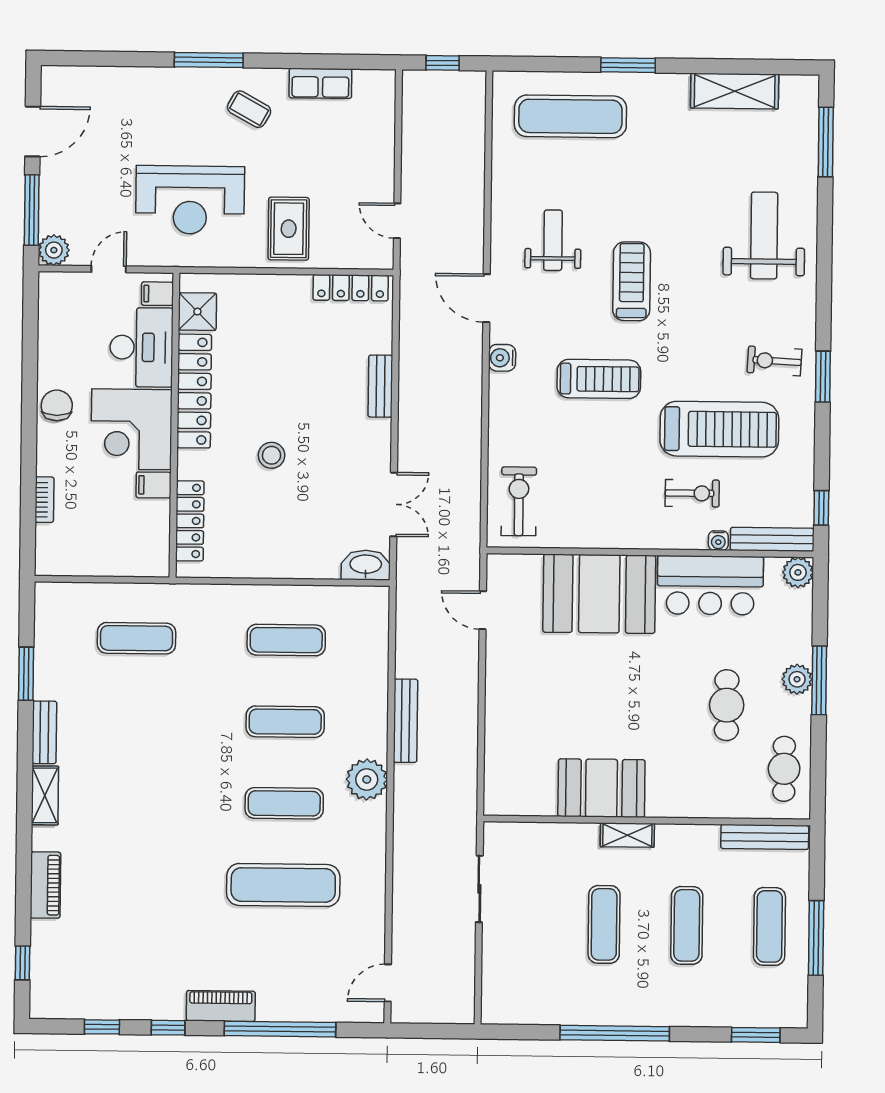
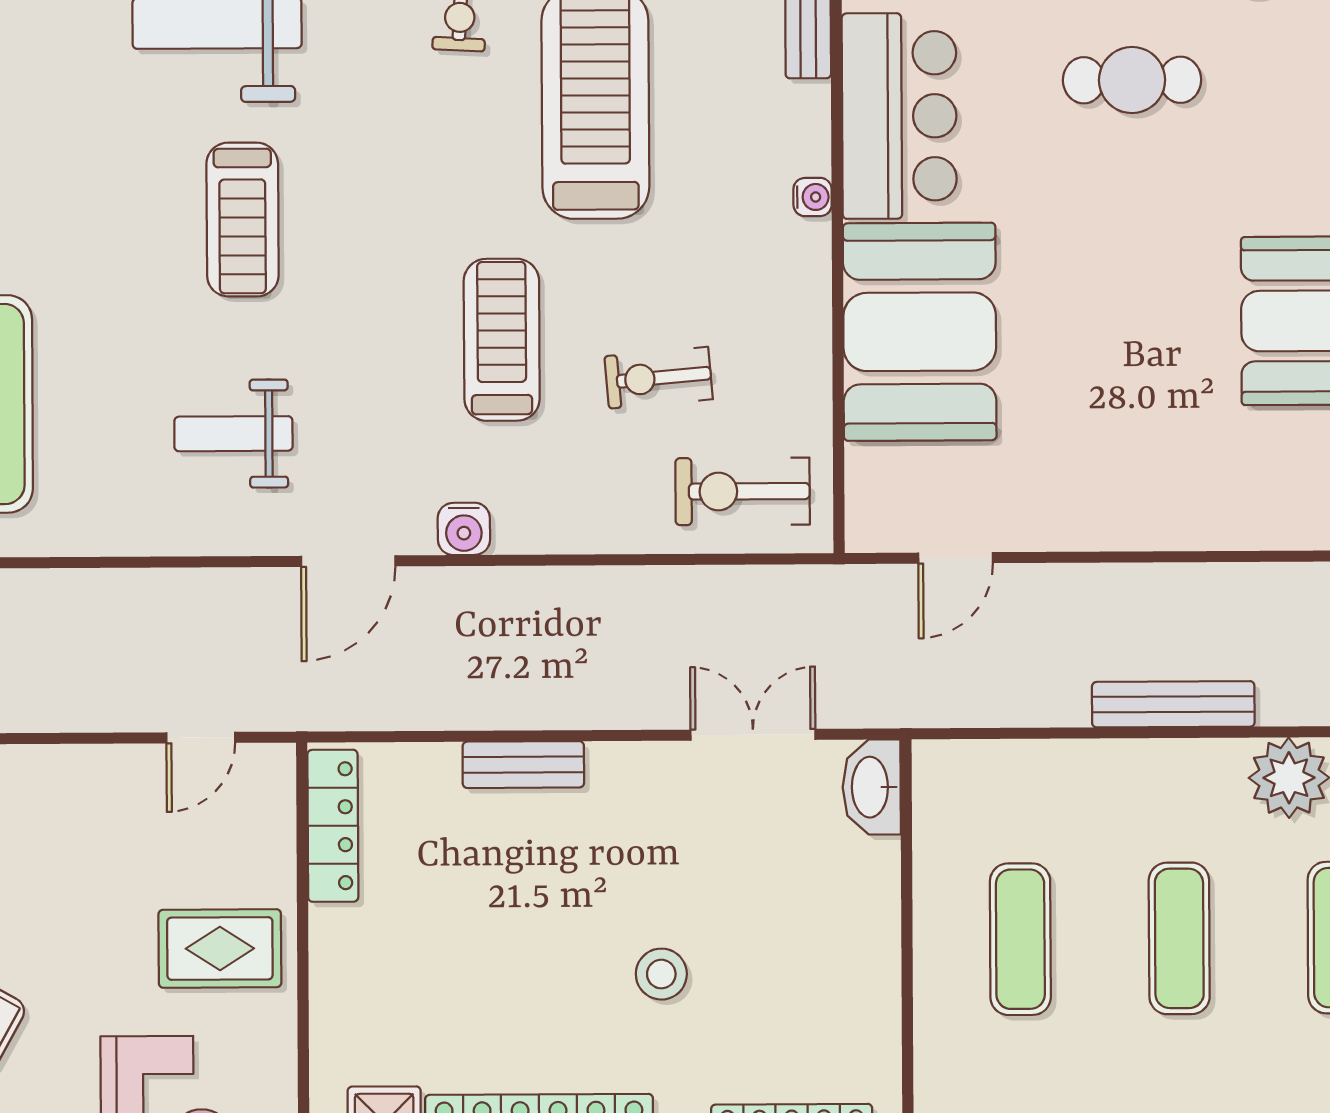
treadmill: (632, 281) -> (243, 220), moved, turned -90
exercise bike: (692, 493) -> (659, 378), moved, turned -95
water cooler: (718, 541) -> (813, 197), moved

